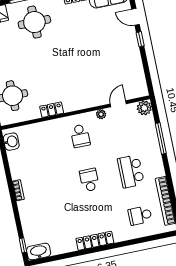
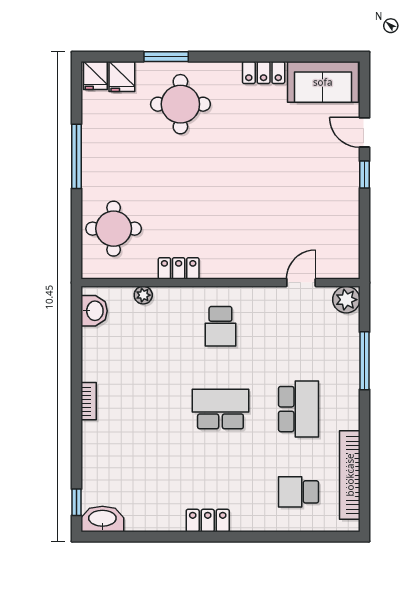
plant: (101, 114) -> (143, 295), moved
school desk: (131, 171) -> (299, 409), turned 180
school desk: (89, 180) -> (220, 409), width x1.85
locker: (95, 241) -> (208, 521), width x0.66

